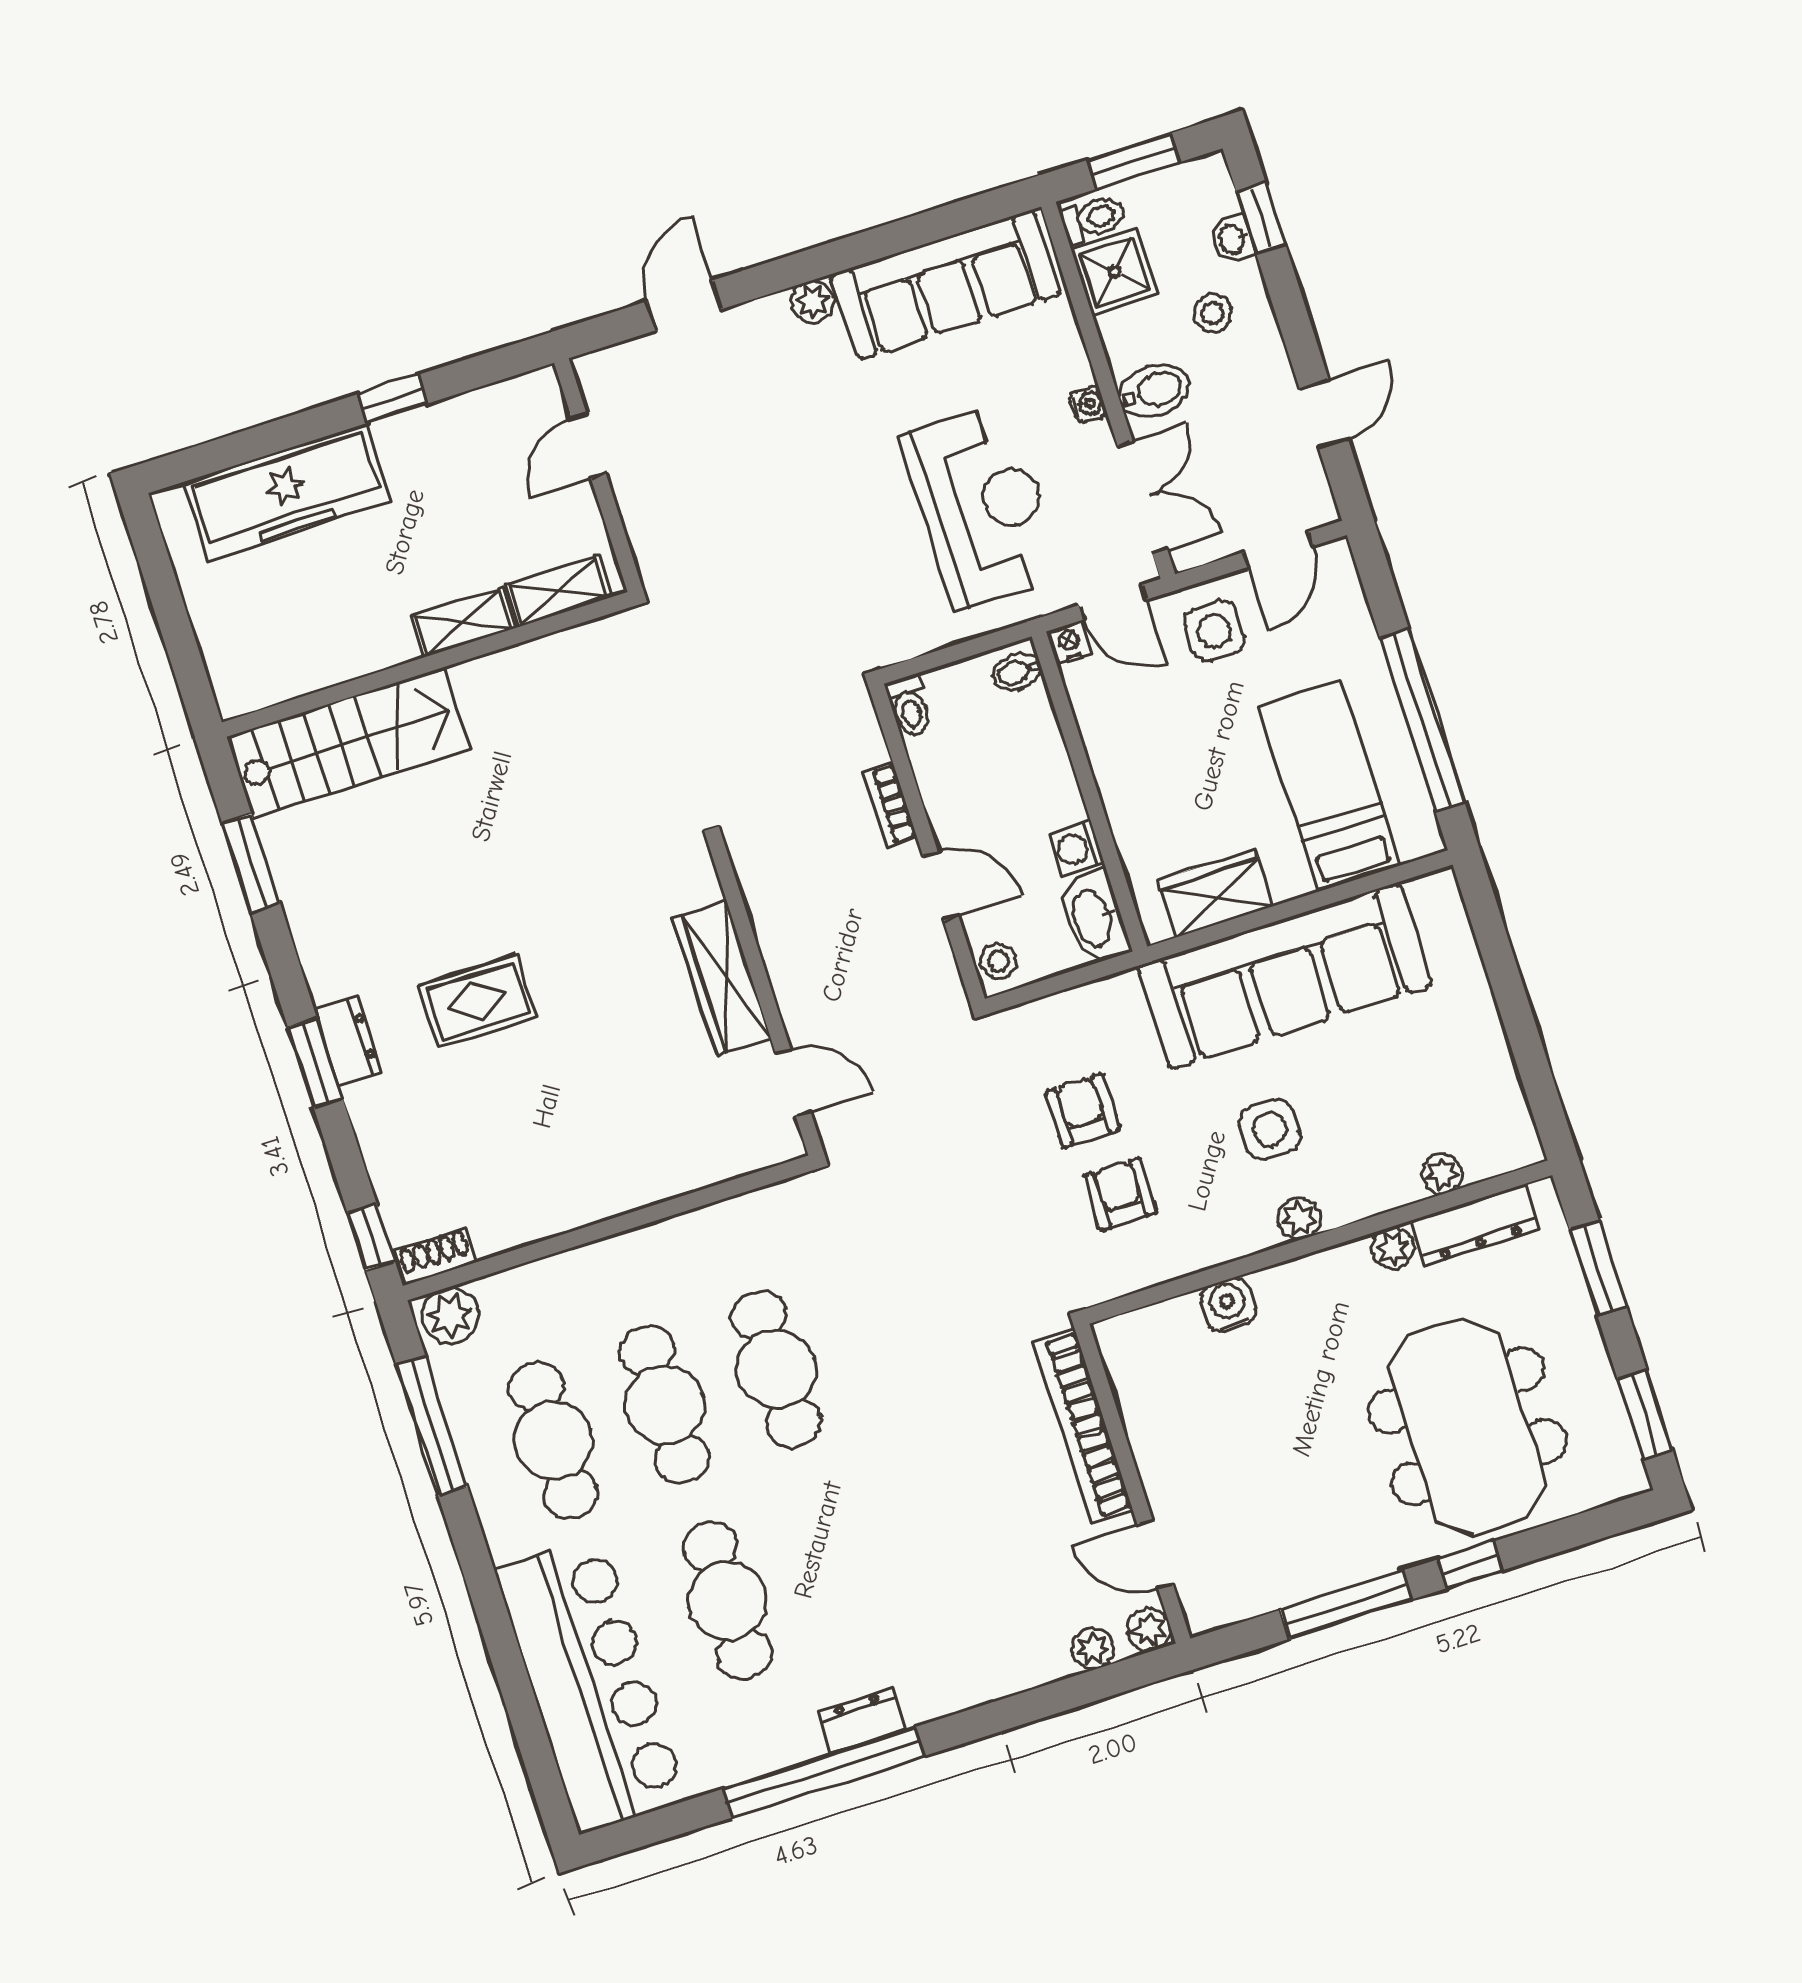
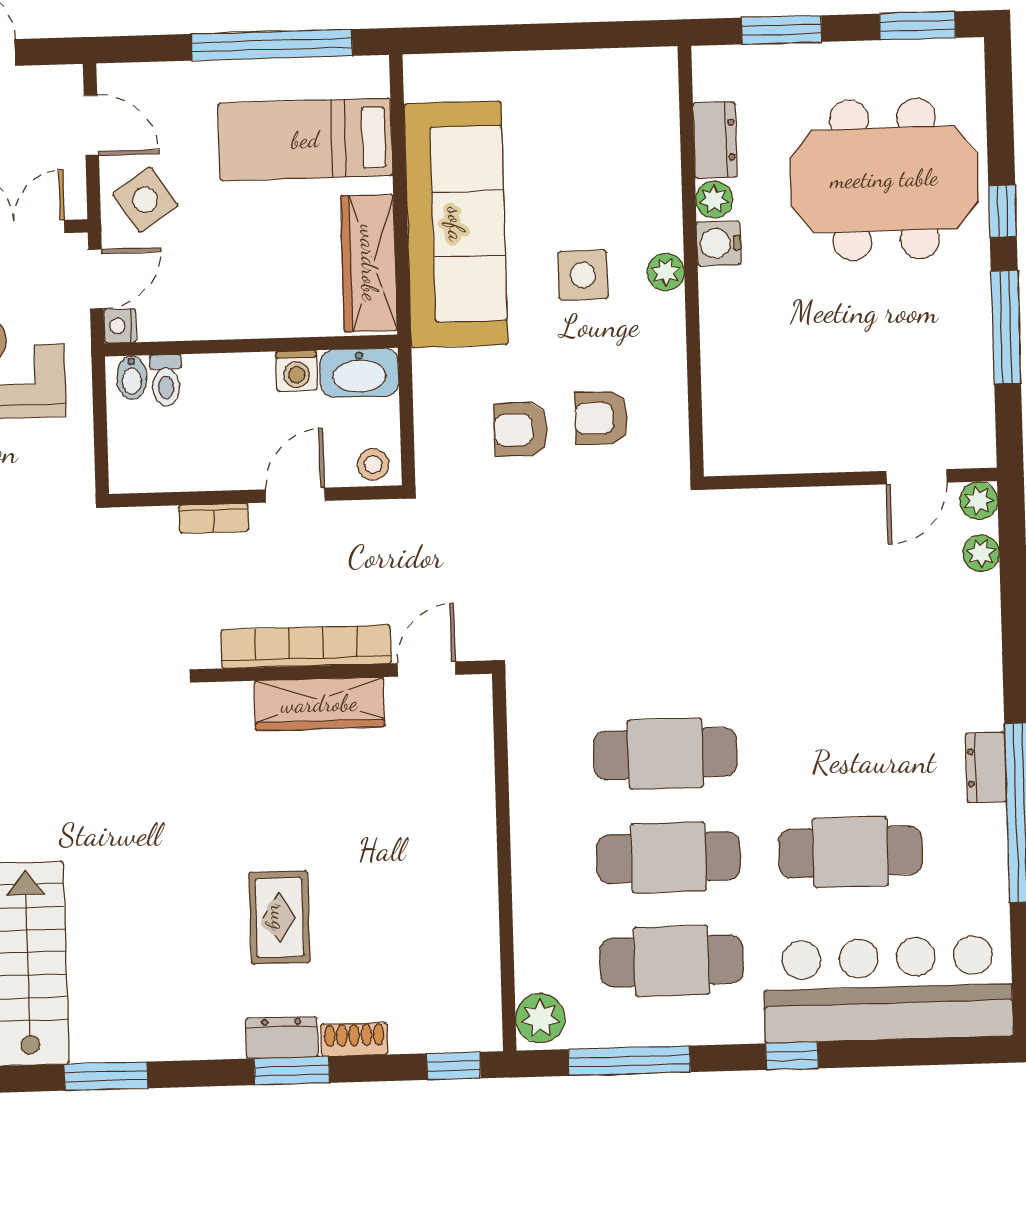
side table: (1214, 631) -> (145, 200), turned -34
toilet: (909, 706) -> (166, 380), moved, turned 90
wardrobe: (1216, 894) -> (369, 263), width x1.50
plant: (1442, 1174) -> (663, 139), removed
dresser: (1475, 1225) -> (715, 140), width x0.70
shoe rack: (435, 1256) -> (354, 1039), moved, turned 90
water cooler: (1228, 1305) -> (719, 243), moved
bookcase: (1083, 1426) -> (306, 647), moved, turned 180
window: (488, 1601) -> (792, 1056), added

